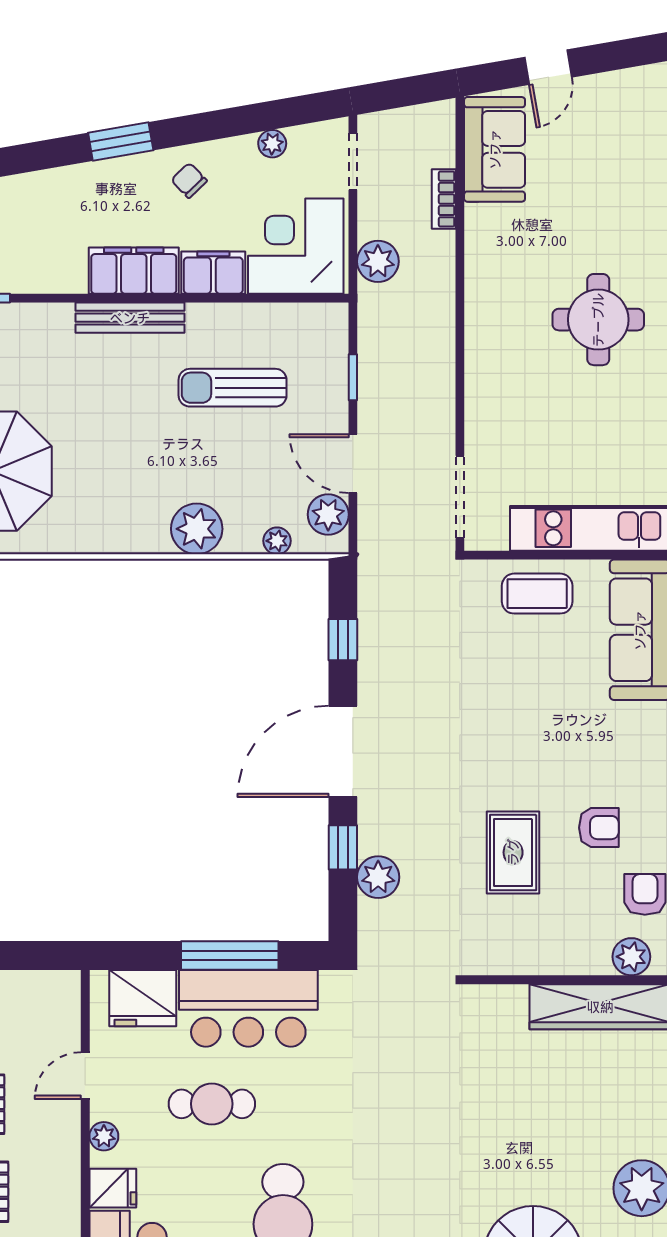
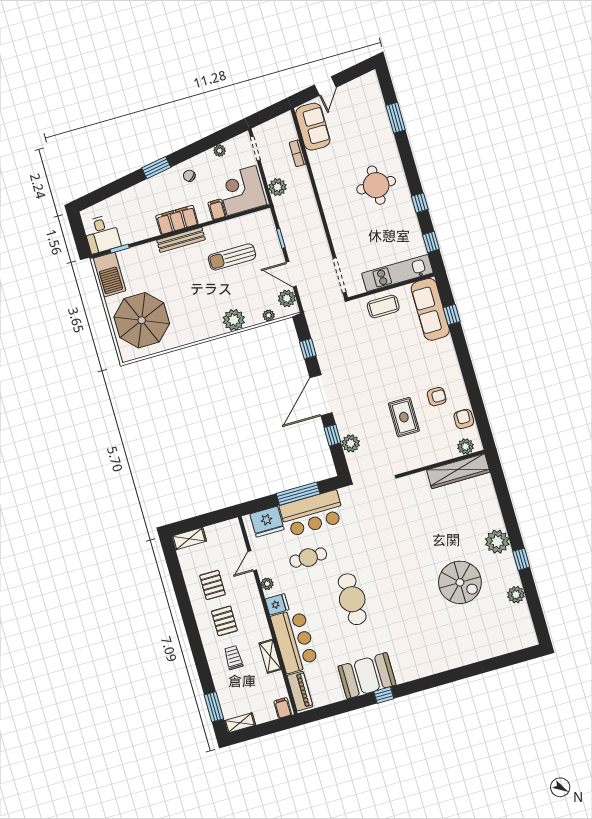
filing cabinet: (213, 273) -> (217, 209), width x0.50

